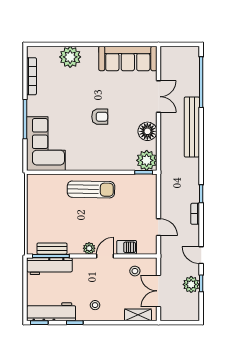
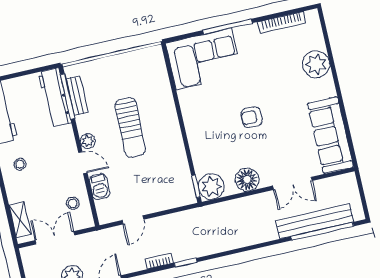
armchair: (100, 117) -> (252, 117), turned 90
bench: (192, 127) -> (315, 221), moved
sun lounger: (91, 189) -> (130, 127), moved

